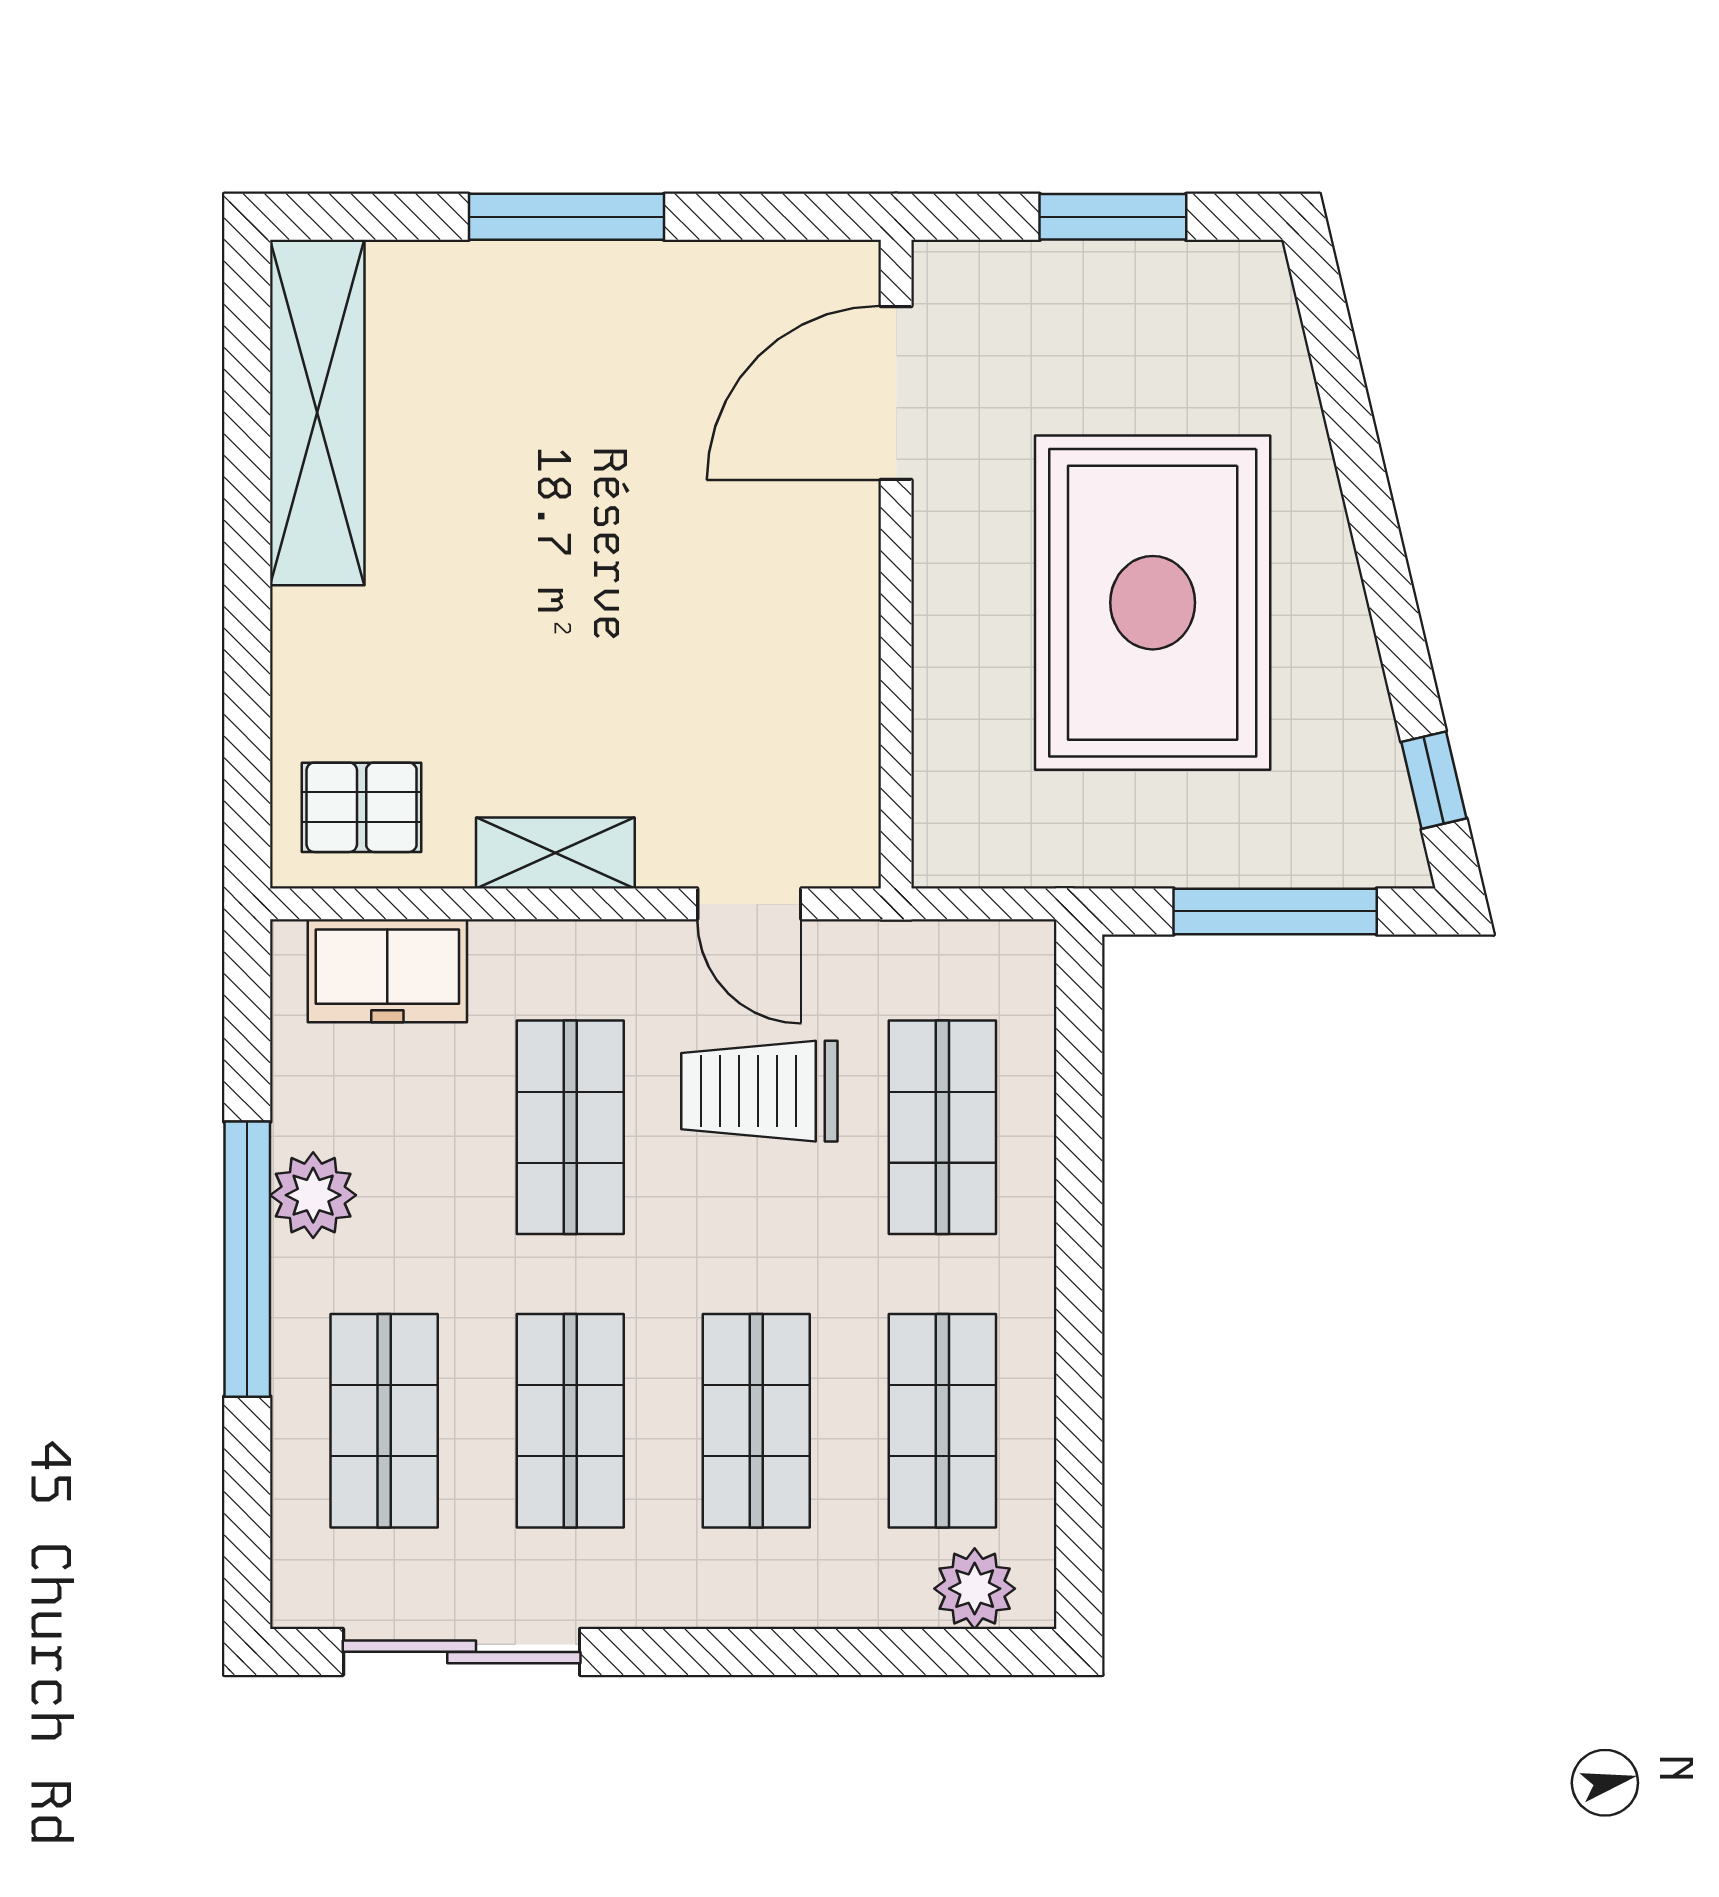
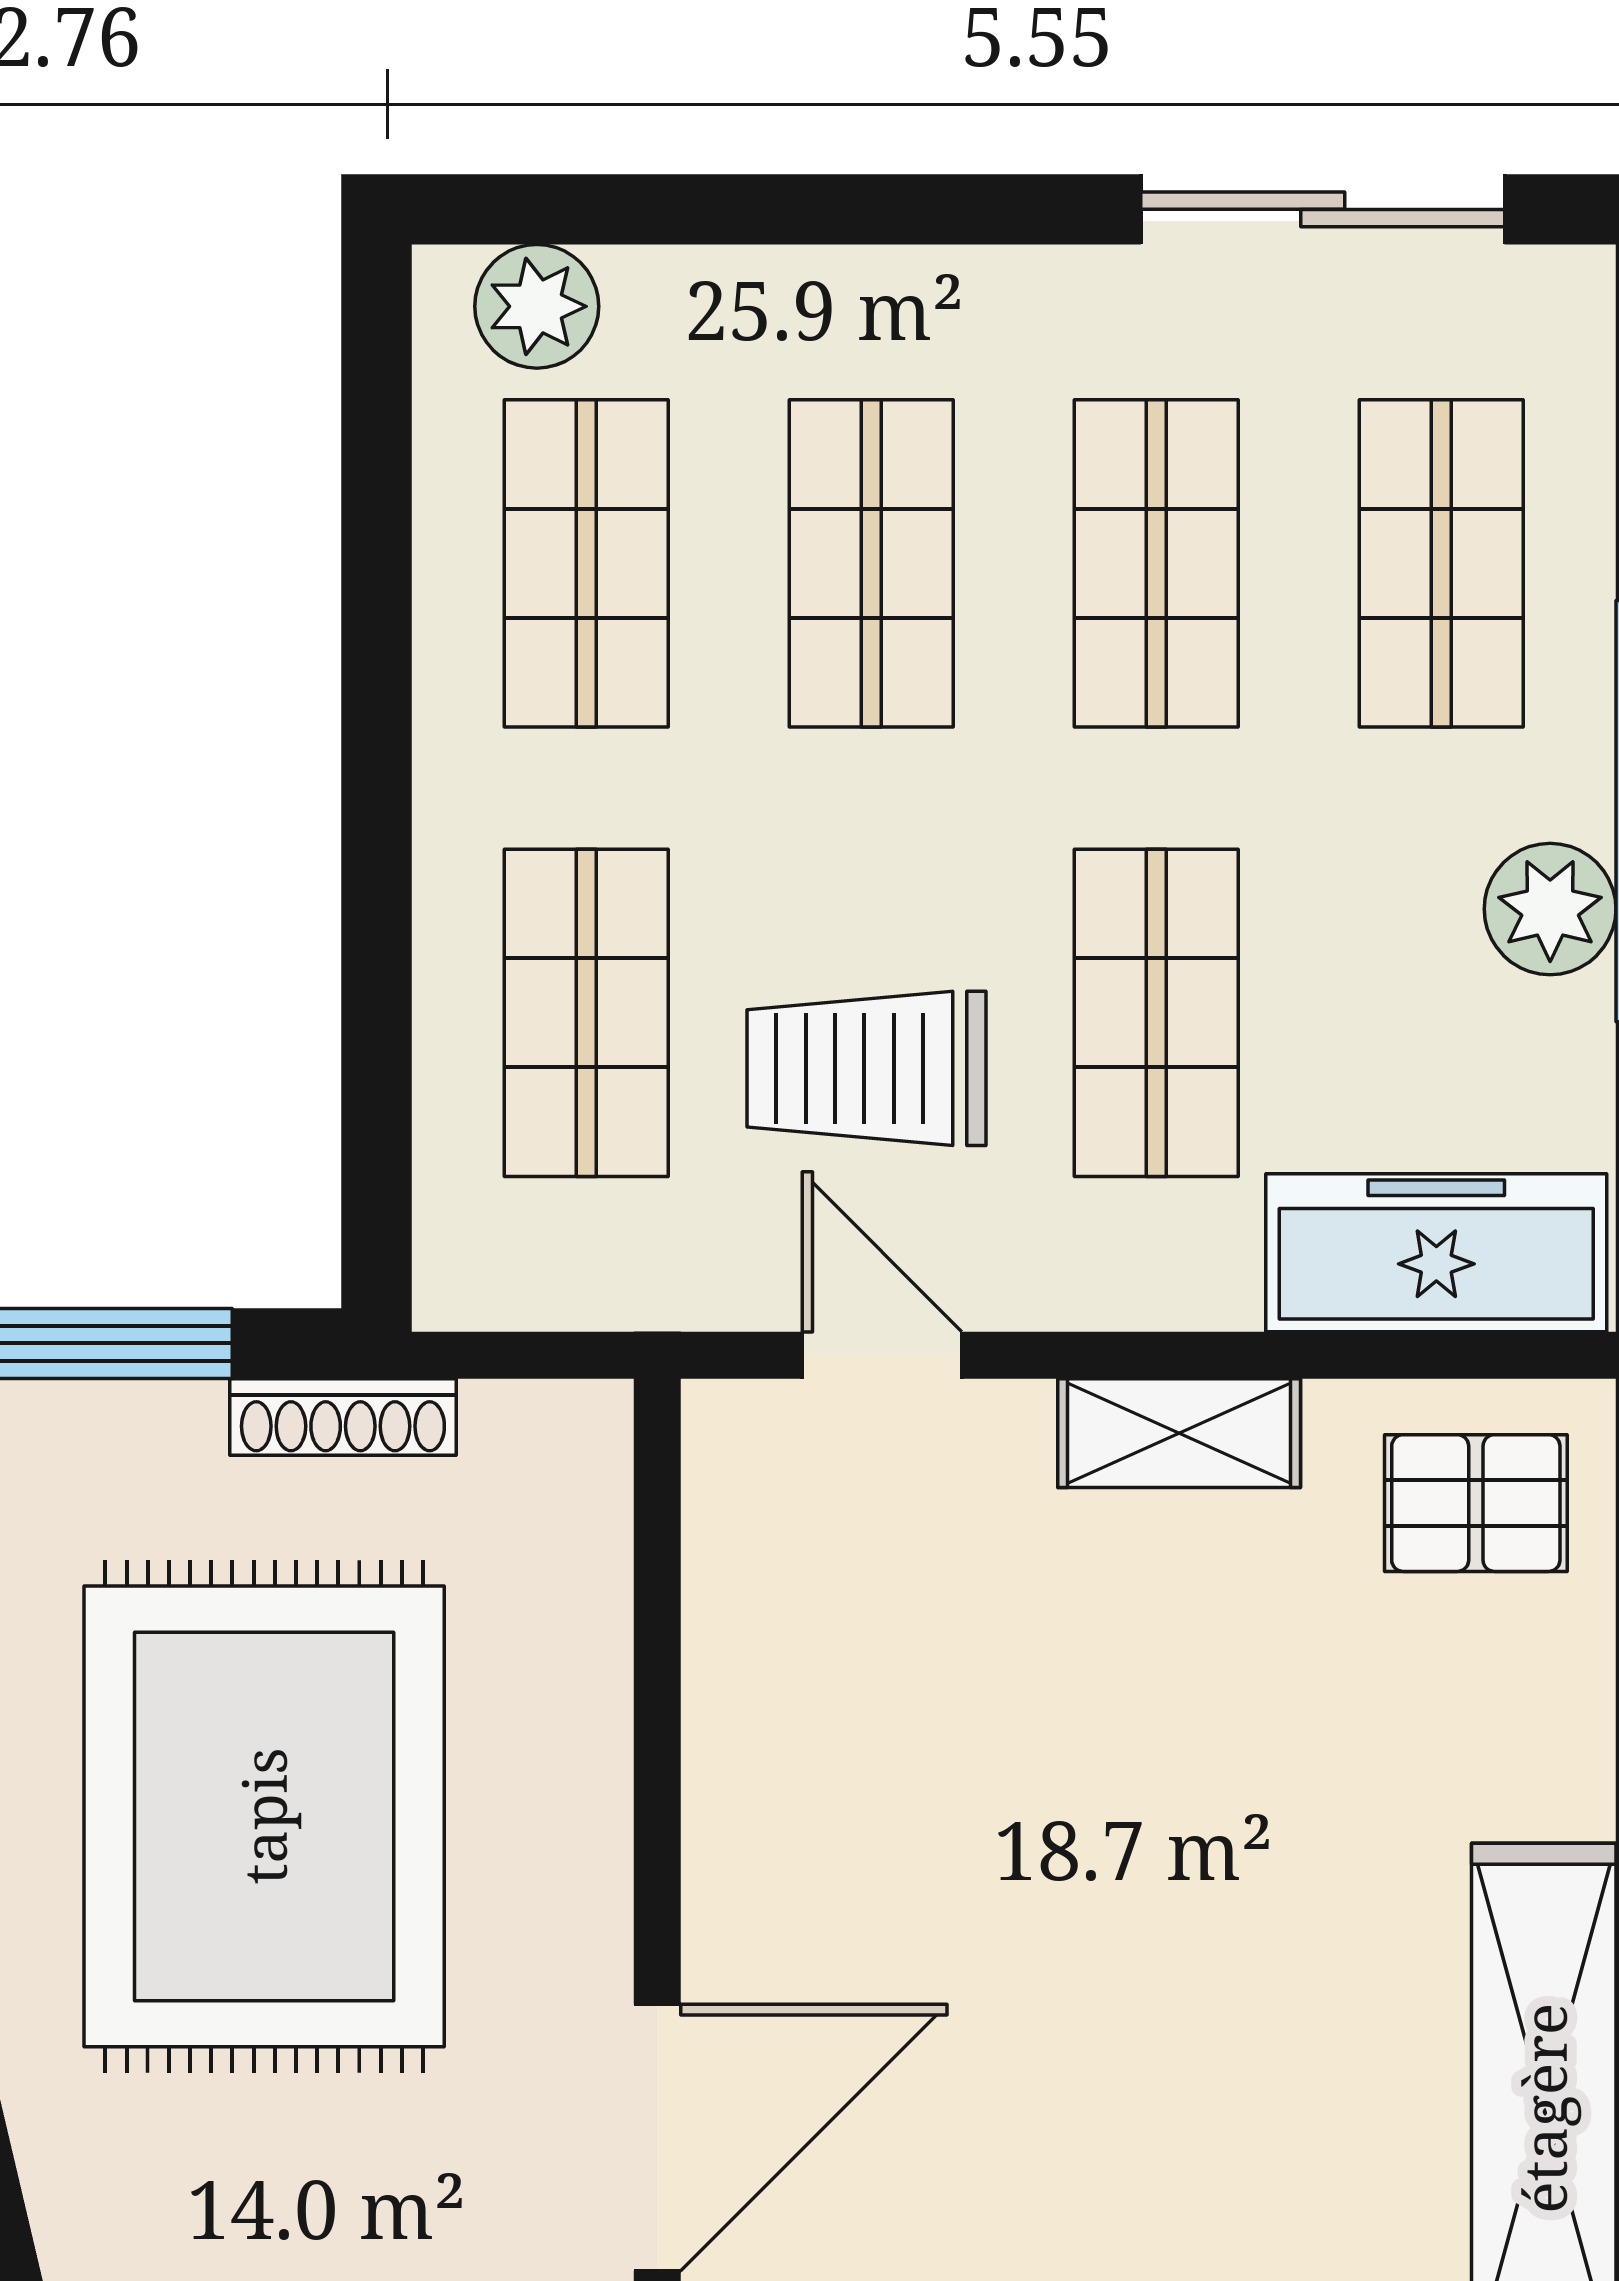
shoe rack: (1101, 863) -> (343, 1417), added
freezer: (387, 971) -> (1436, 1253), width x1.40
trolley: (759, 1091) -> (867, 1068), turned 180

